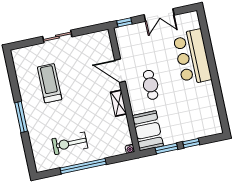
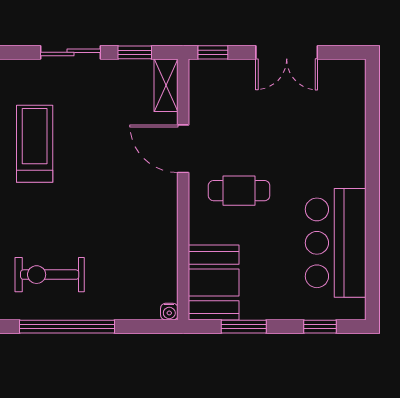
window: (88, 30) -> (135, 52), added
bar counter: (192, 57) -> (336, 243), moved
cafe table: (151, 85) -> (239, 191), turned 90
shelving: (118, 103) -> (166, 85), moved
window: (191, 143) -> (320, 327), moved

